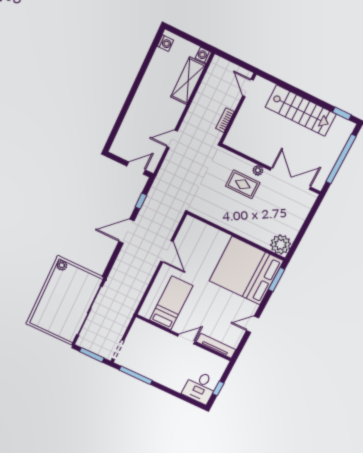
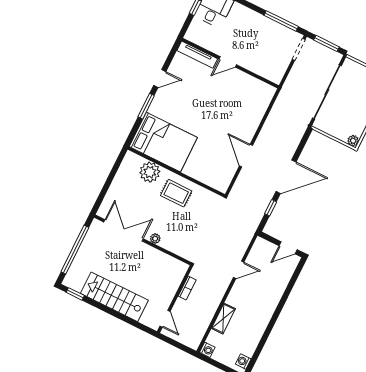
shelving: (188, 81) -> (223, 319), width x0.67, depth x0.75
door: (136, 168) -> (288, 248), moved
double door: (290, 179) -> (123, 230), swing flipped
rug: (243, 184) -> (176, 193), moved
door: (126, 231) -> (286, 177), width x1.36
plant: (281, 244) -> (150, 172), moved
bed: (246, 271) -> (163, 142), width x0.73
window: (277, 279) -> (146, 106), moved
bed: (171, 303) -> (243, 101), removed

